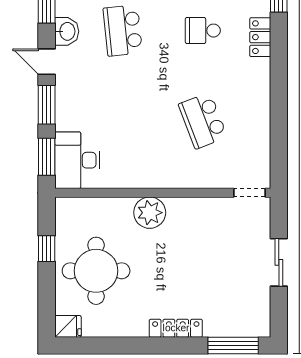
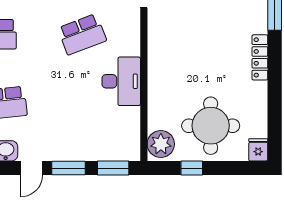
desk: (77, 160) -> (121, 81), moved, turned -90
plant: (150, 213) -> (161, 144), moved

